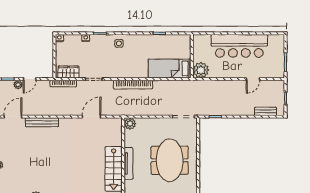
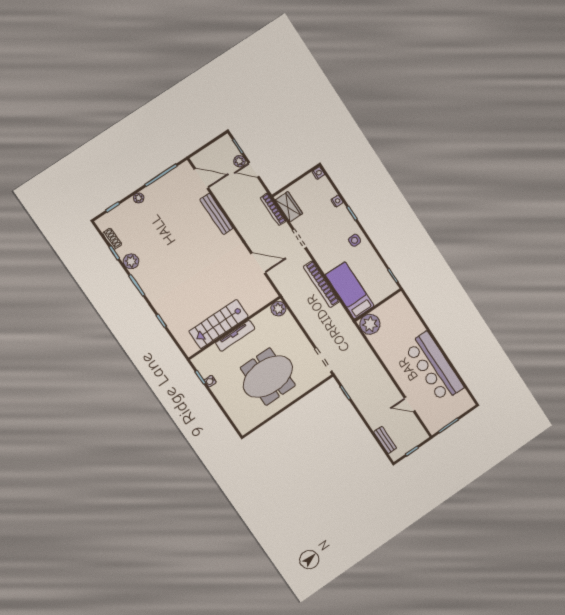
wall: (192, 56) -> (378, 305), moved
bed: (170, 69) -> (350, 290), moved
plant: (201, 70) -> (370, 324), moved

